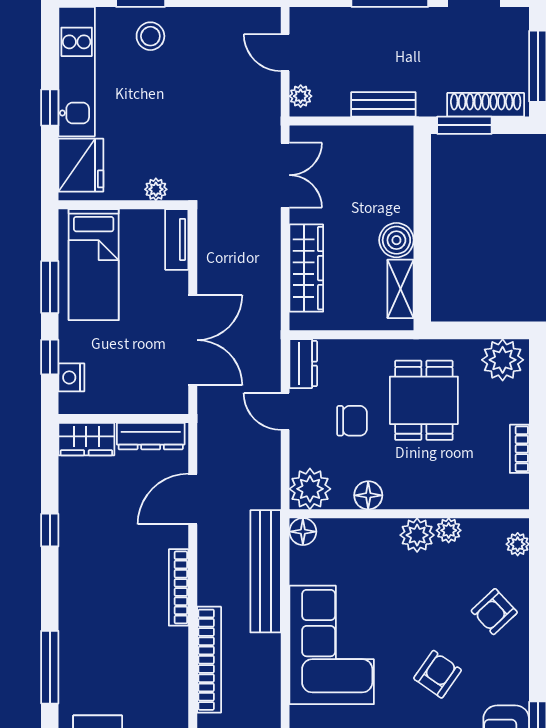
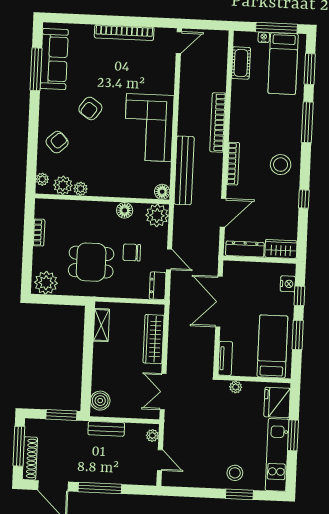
shoe rack: (486, 105) -> (30, 458), moved, turned -90
window: (50, 108) -> (293, 435), width x1.50
boiler: (396, 240) -> (100, 401), moved
dining table: (424, 400) -> (91, 262), turned 90
plant: (417, 535) -> (63, 185), moved
stool: (94, 590) -> (281, 165), added

